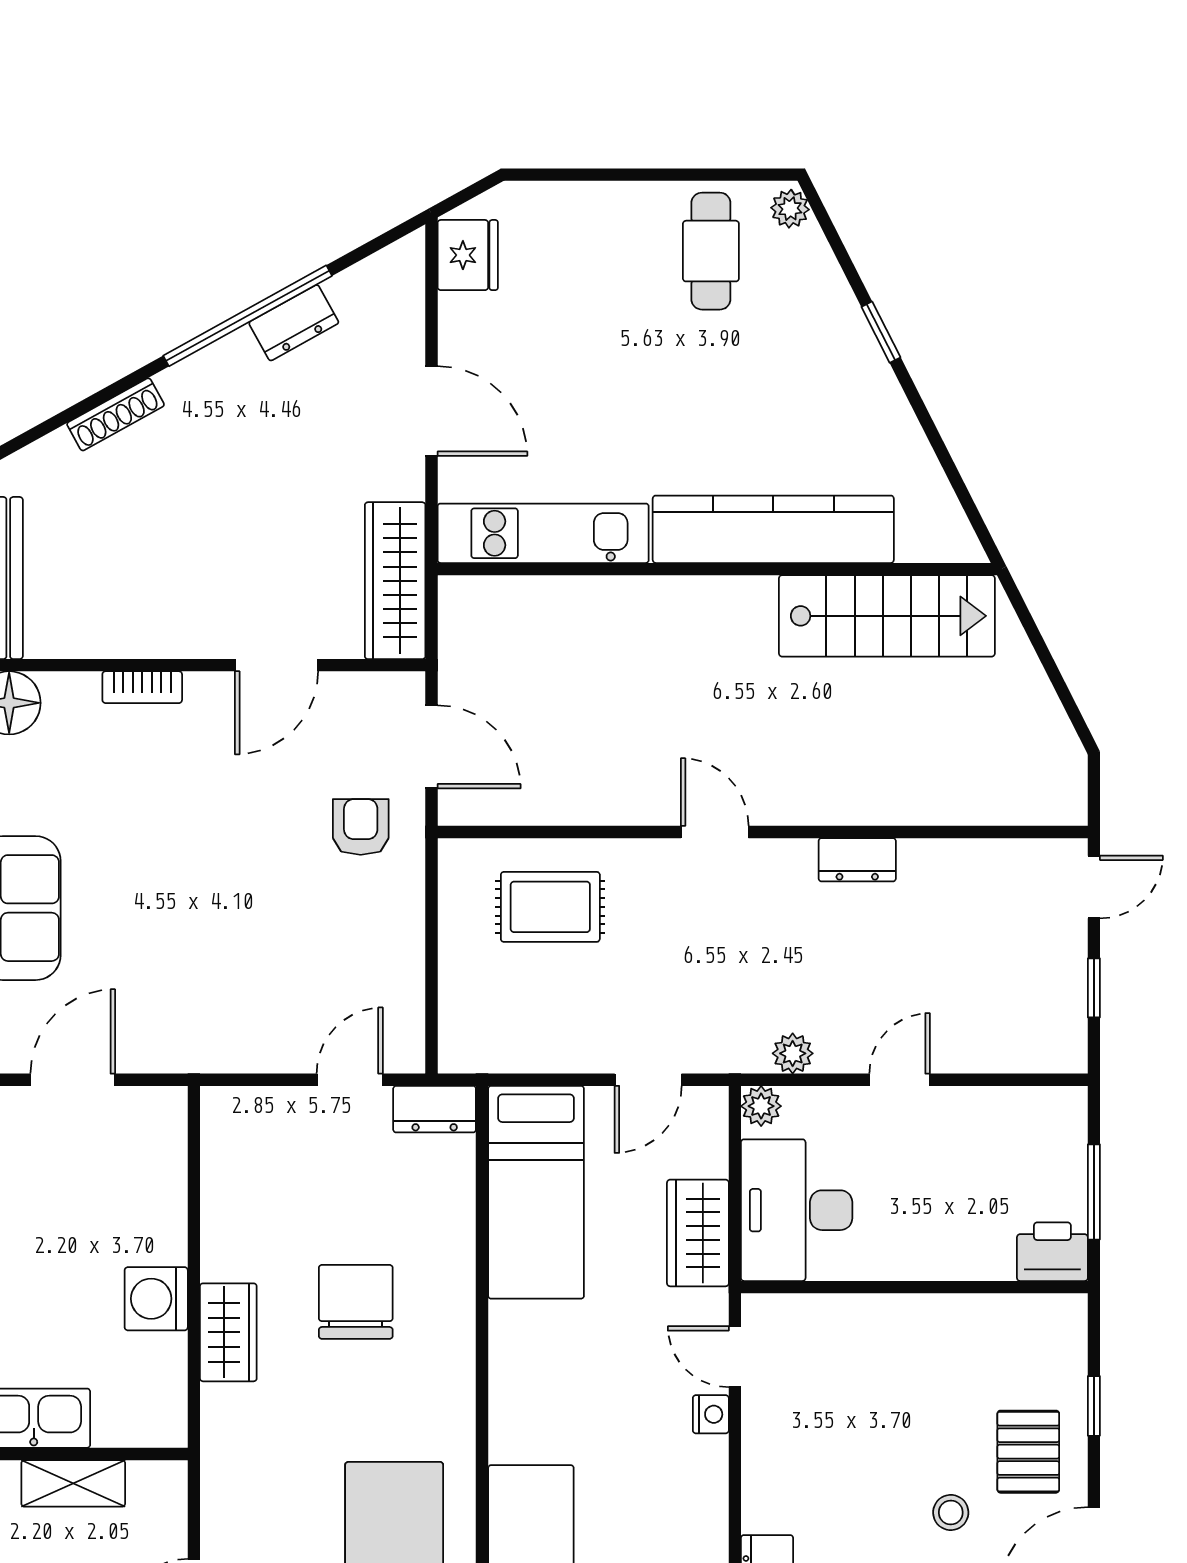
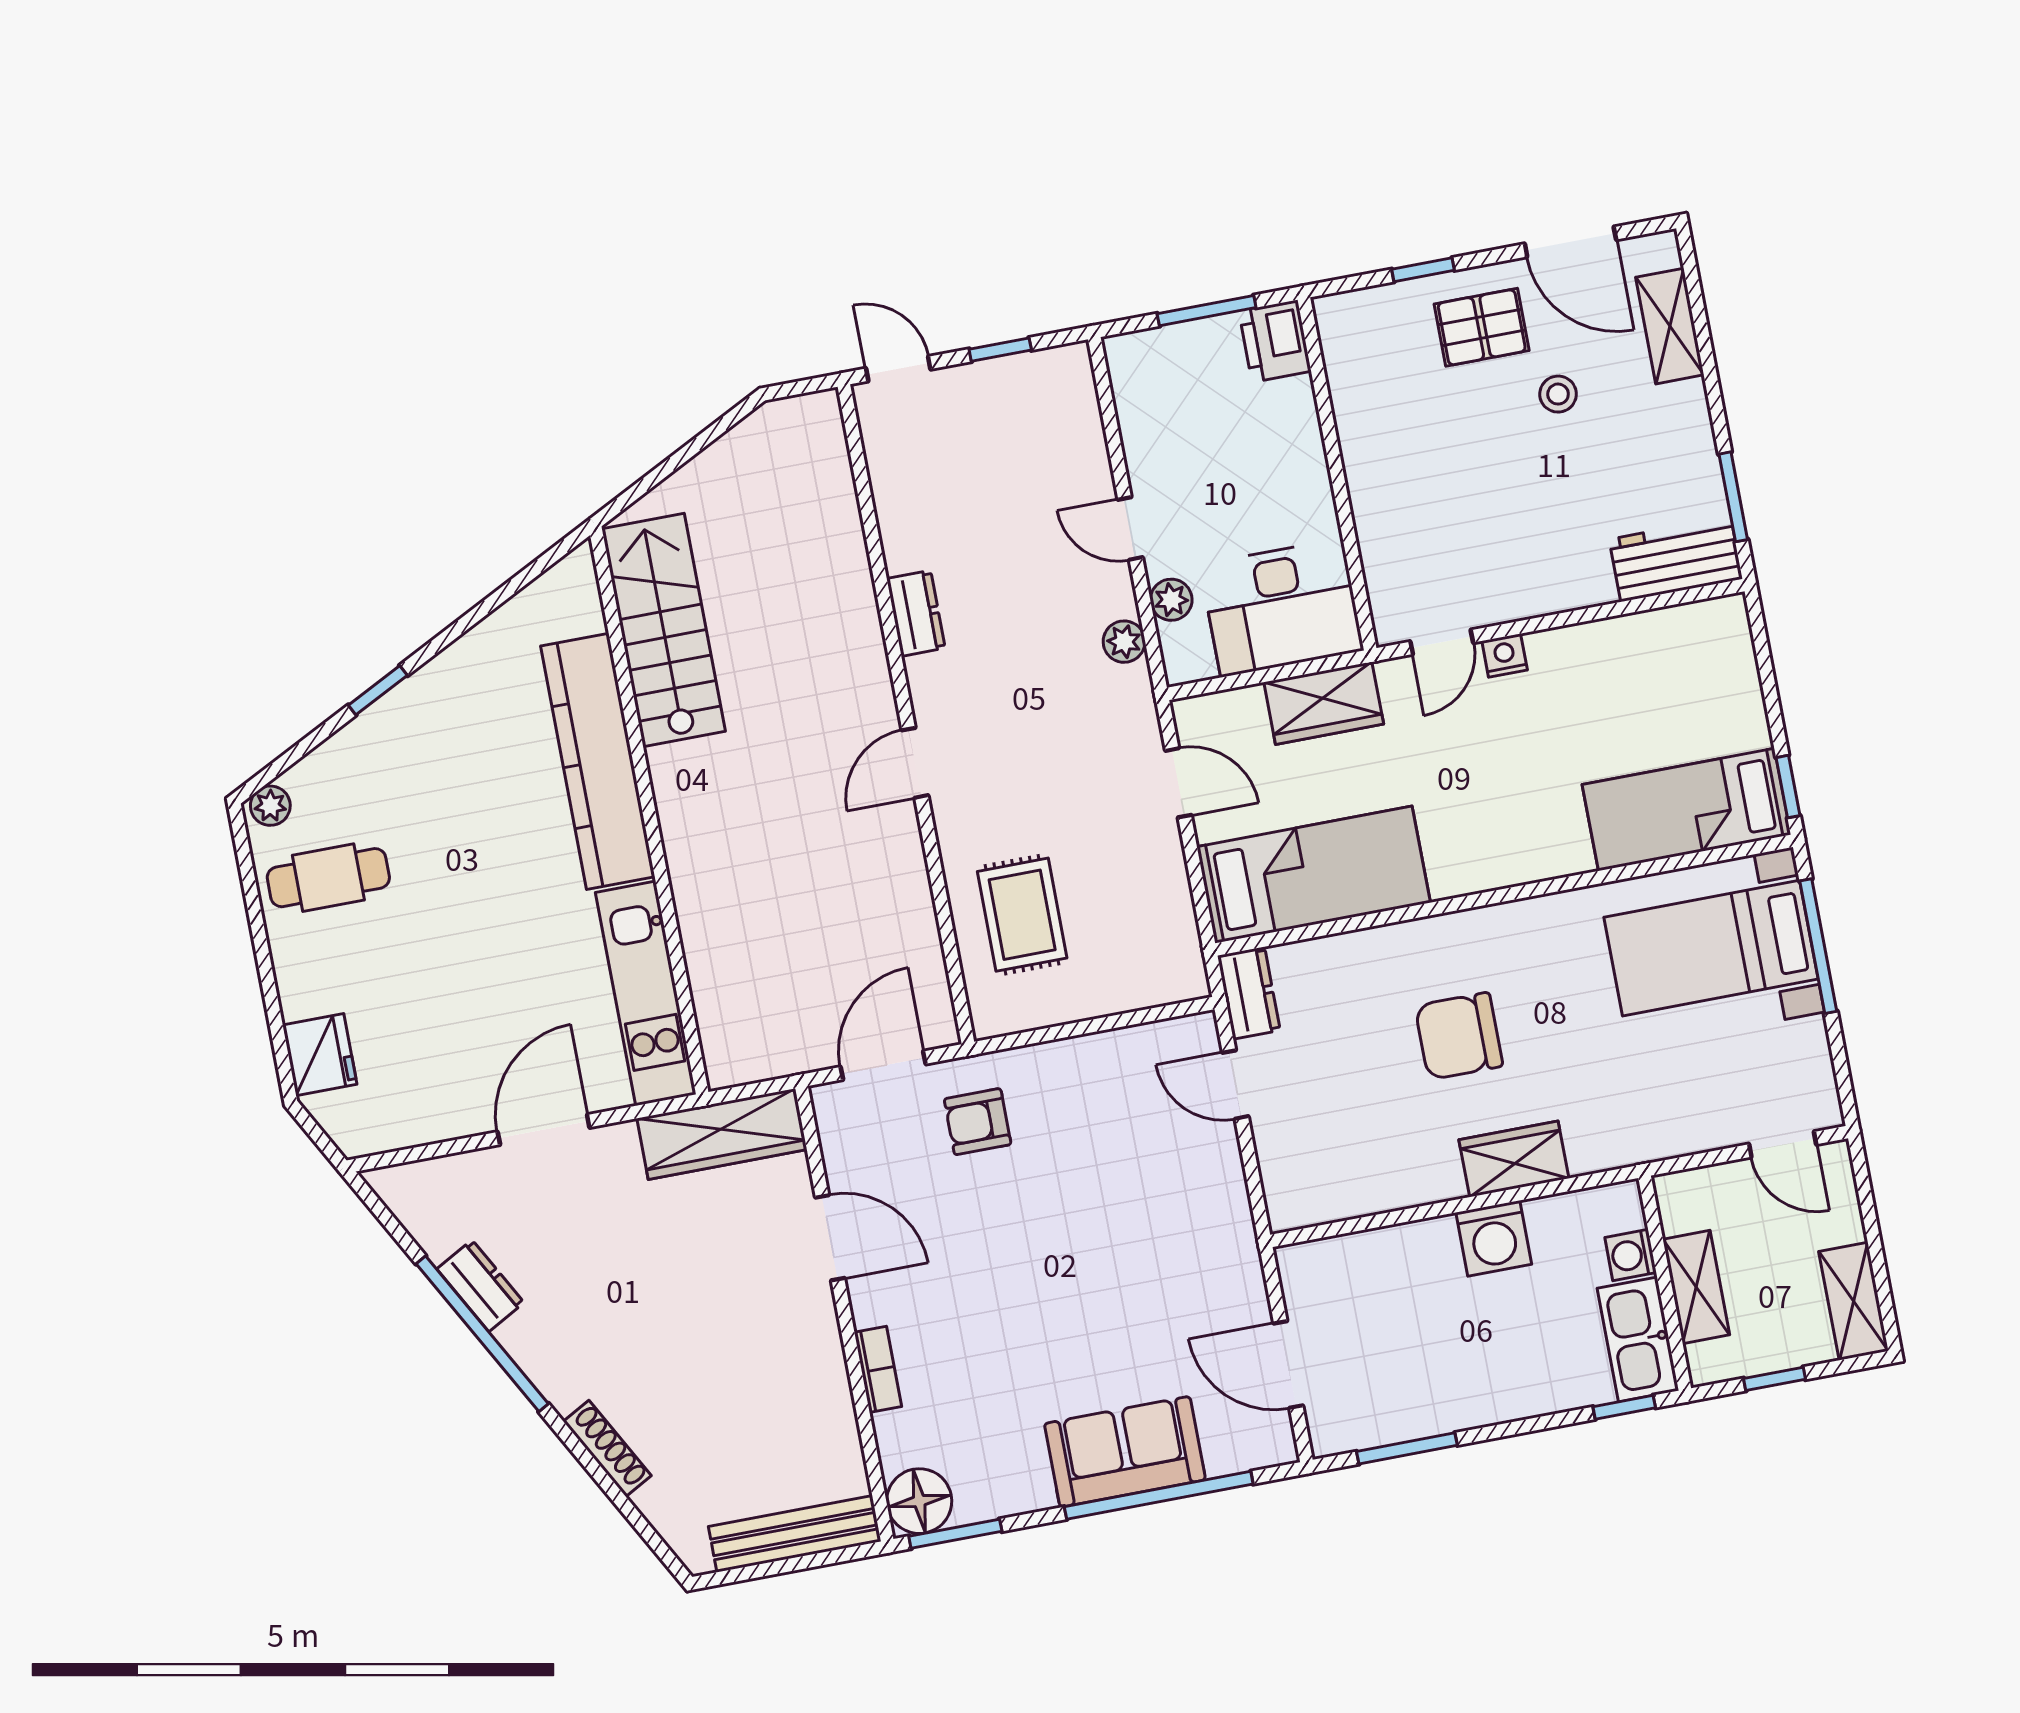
fridge: (468, 255) -> (320, 1055), moved, turned 90
plant: (761, 1106) -> (1171, 600), moved
washing machine: (116, 1426) -> (1631, 1255), added

